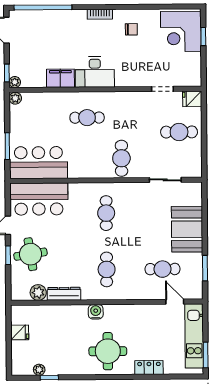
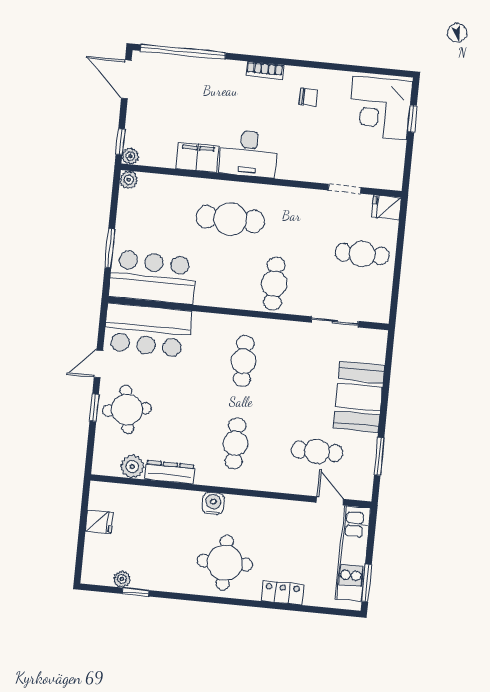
cafe table: (87, 118) -> (230, 219), width x1.37, depth x1.35

